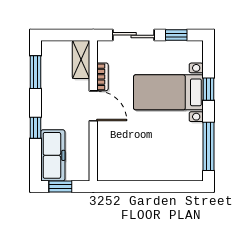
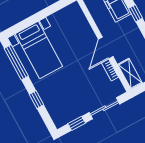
bed with nightstands: (168, 92) -> (39, 50), moved, turned 90
door: (93, 106) -> (106, 48), hinge flipped

